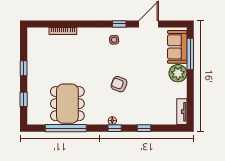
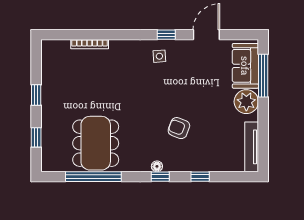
armchair: (119, 84) -> (179, 128), moved
tv unit: (182, 112) -> (252, 147), width x1.41

